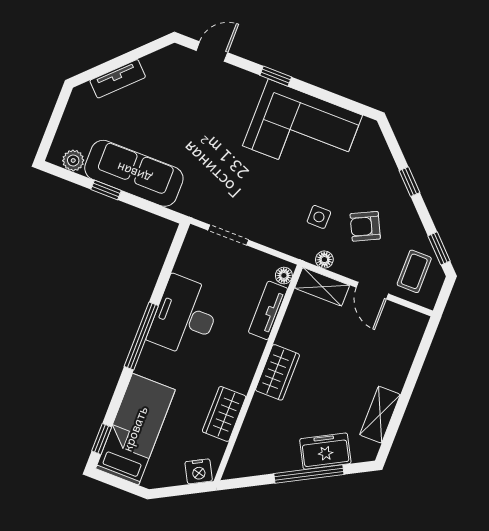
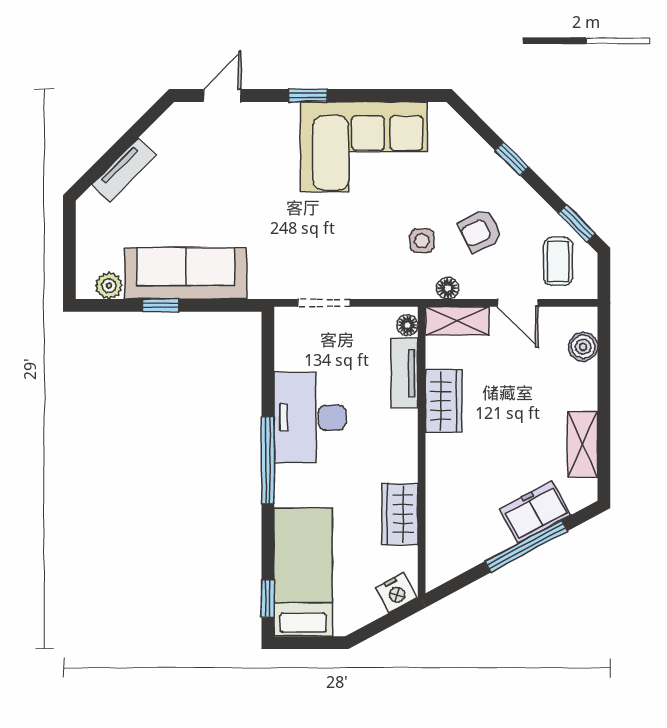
boiler: (408, 342) -> (583, 347), added
wardrobe: (278, 372) -> (444, 401), moved

